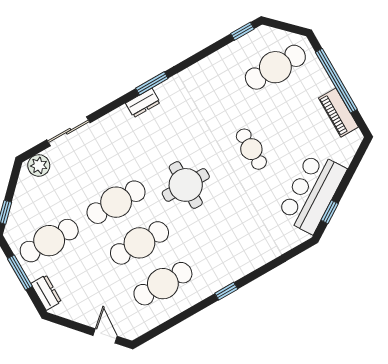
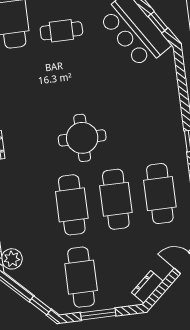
cafe table: (251, 149) -> (61, 31), moved
dresser: (46, 293) -> (147, 287), moved, turned -41

